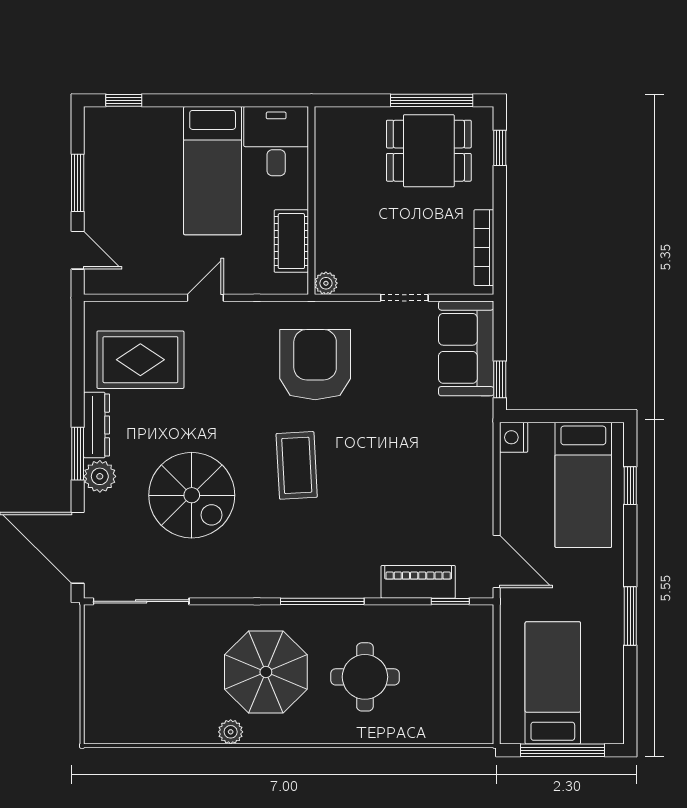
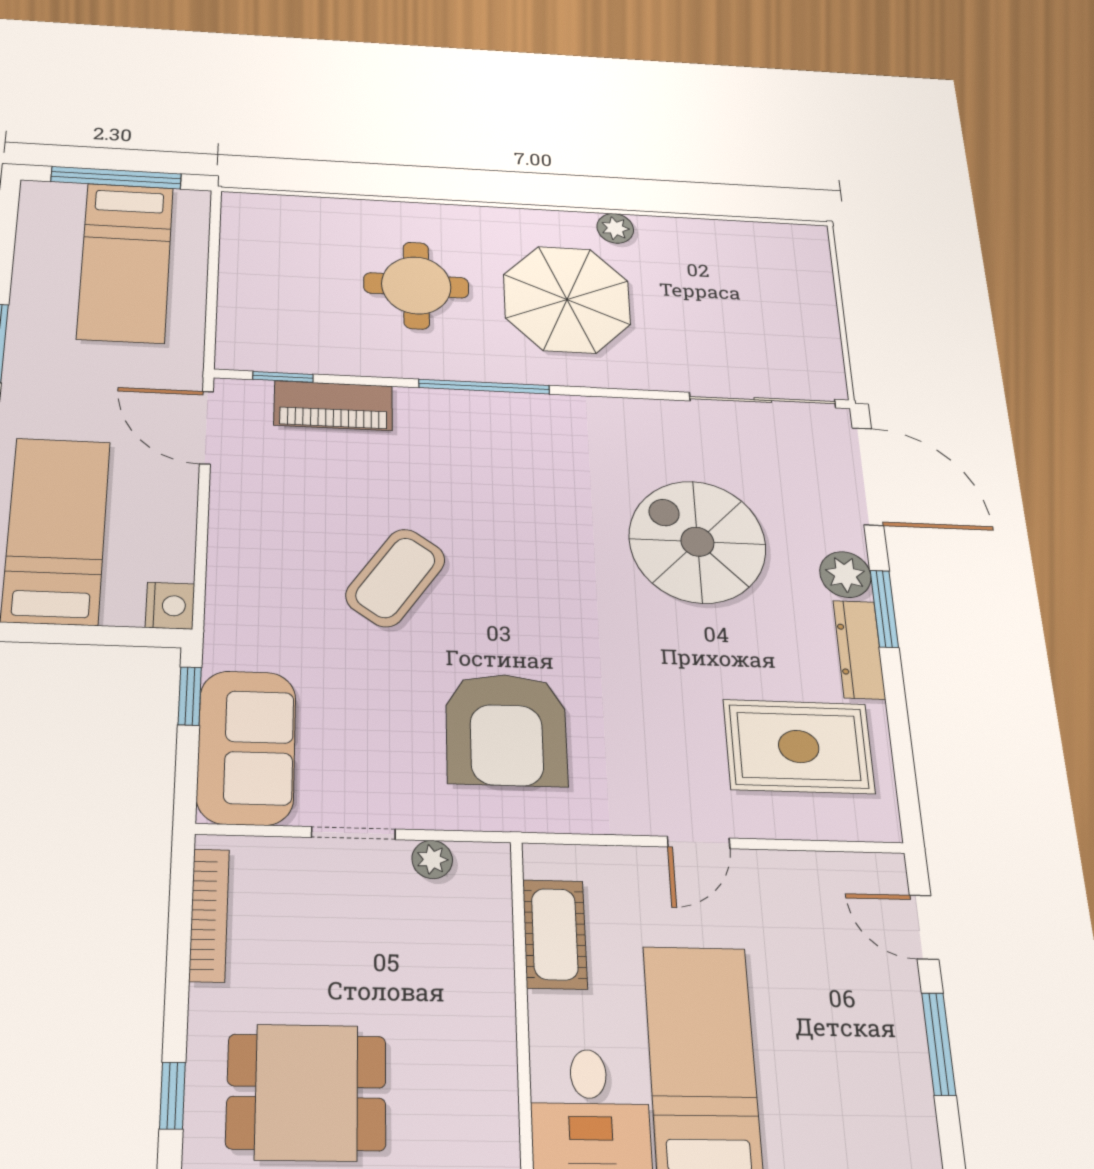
plant: (326, 283) -> (432, 859), moved
coffee table: (297, 465) -> (395, 578), moved, turned 38

